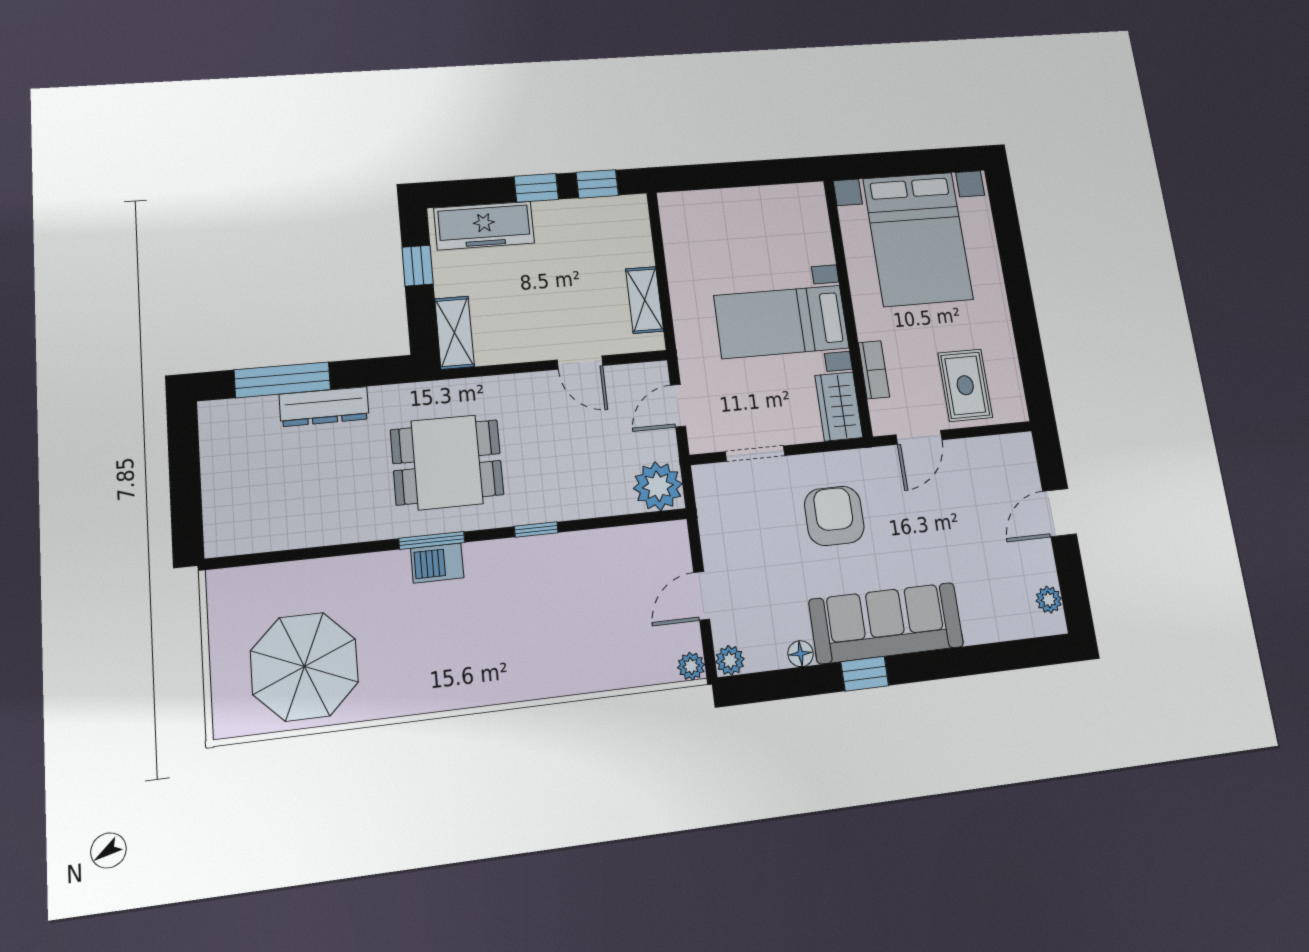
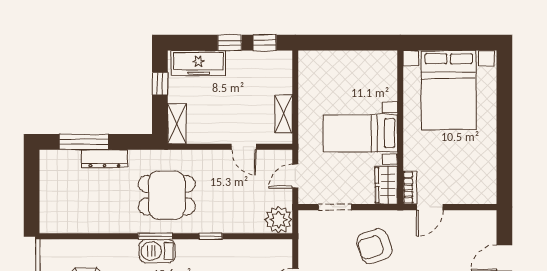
bookcase: (874, 370) -> (410, 188), moved
rug: (965, 385) -> (462, 180), removed
armchair: (834, 516) -> (374, 246), turned -108
barbecue: (437, 563) -> (157, 251), width x1.38, depth x1.27

